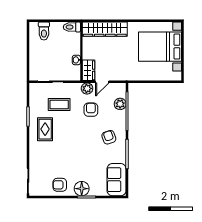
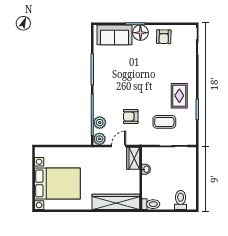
plant: (87, 88) -> (99, 139), moved
armchair: (91, 110) -> (131, 116), turned 90
armchair: (109, 137) -> (112, 87), removed
sofa: (117, 180) -> (115, 35), moved, turned 90
armchair: (60, 185) -> (164, 37), turned 91

